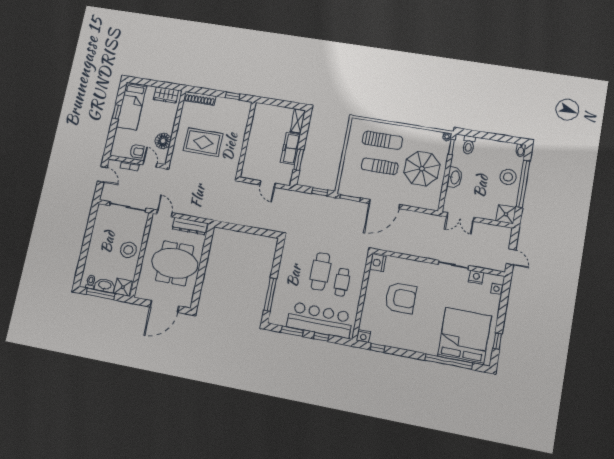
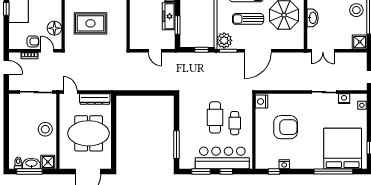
plant: (348, 186) -> (224, 40), added
nightstand: (363, 336) -> (284, 164), moved

